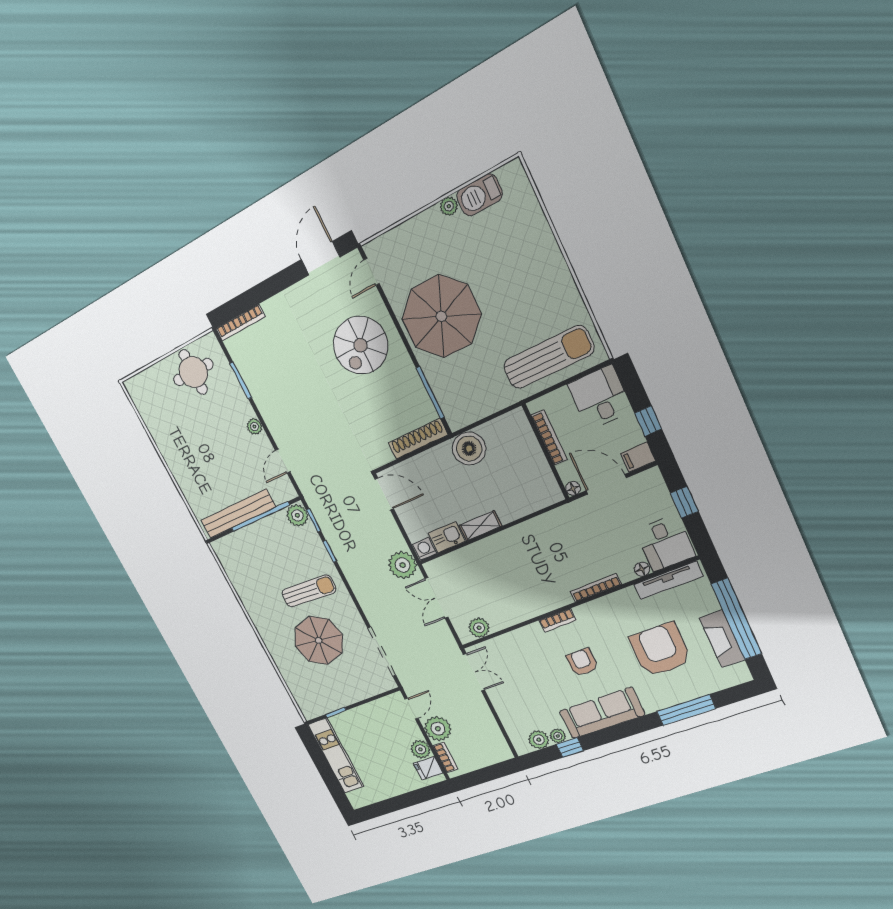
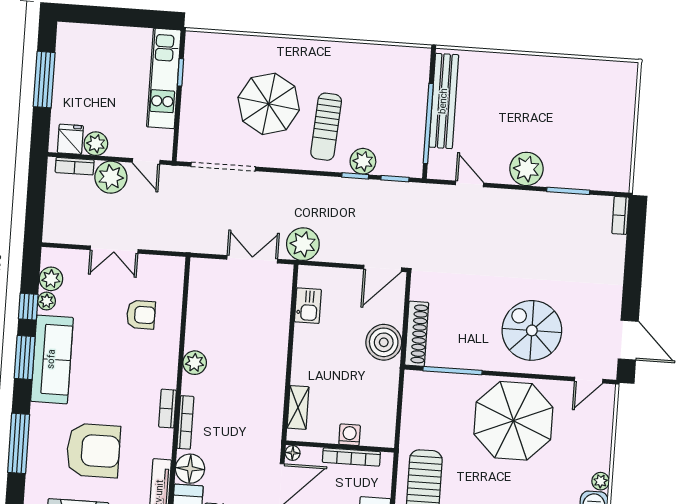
door: (371, 272) -> (589, 380), swing flipped
bookcase: (240, 323) -> (620, 215), width x0.64
round table: (193, 372) -> (604, 146), removed
plant: (254, 426) -> (526, 169), width x1.87, depth x1.87
boiler: (469, 449) -> (384, 342), moved
plant: (297, 515) -> (363, 161), moved
shelving: (480, 526) -> (298, 407), moved
washing machine: (424, 549) -> (350, 435), moved, turned -90
floor lamp: (642, 569) -> (190, 469), width x1.89, depth x1.89
bookcase: (558, 620) -> (167, 409), moved
plant: (479, 628) -> (195, 363), moved
armchair: (582, 662) -> (141, 315), moved
double door: (474, 672) -> (114, 250), moved
window: (612, 734) -> (25, 358), added
kitchen unit: (336, 756) -> (164, 78), moved, turned 90
window: (398, 803) -> (44, 80), added

